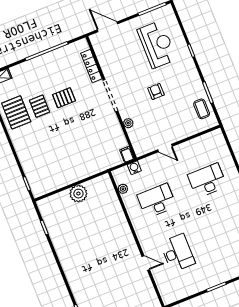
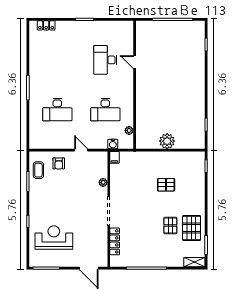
reception desk: (157, 44) -> (54, 238), turned 90
armchair: (156, 91) -> (59, 163), moved
pallet: (64, 98) -> (166, 185), moved

